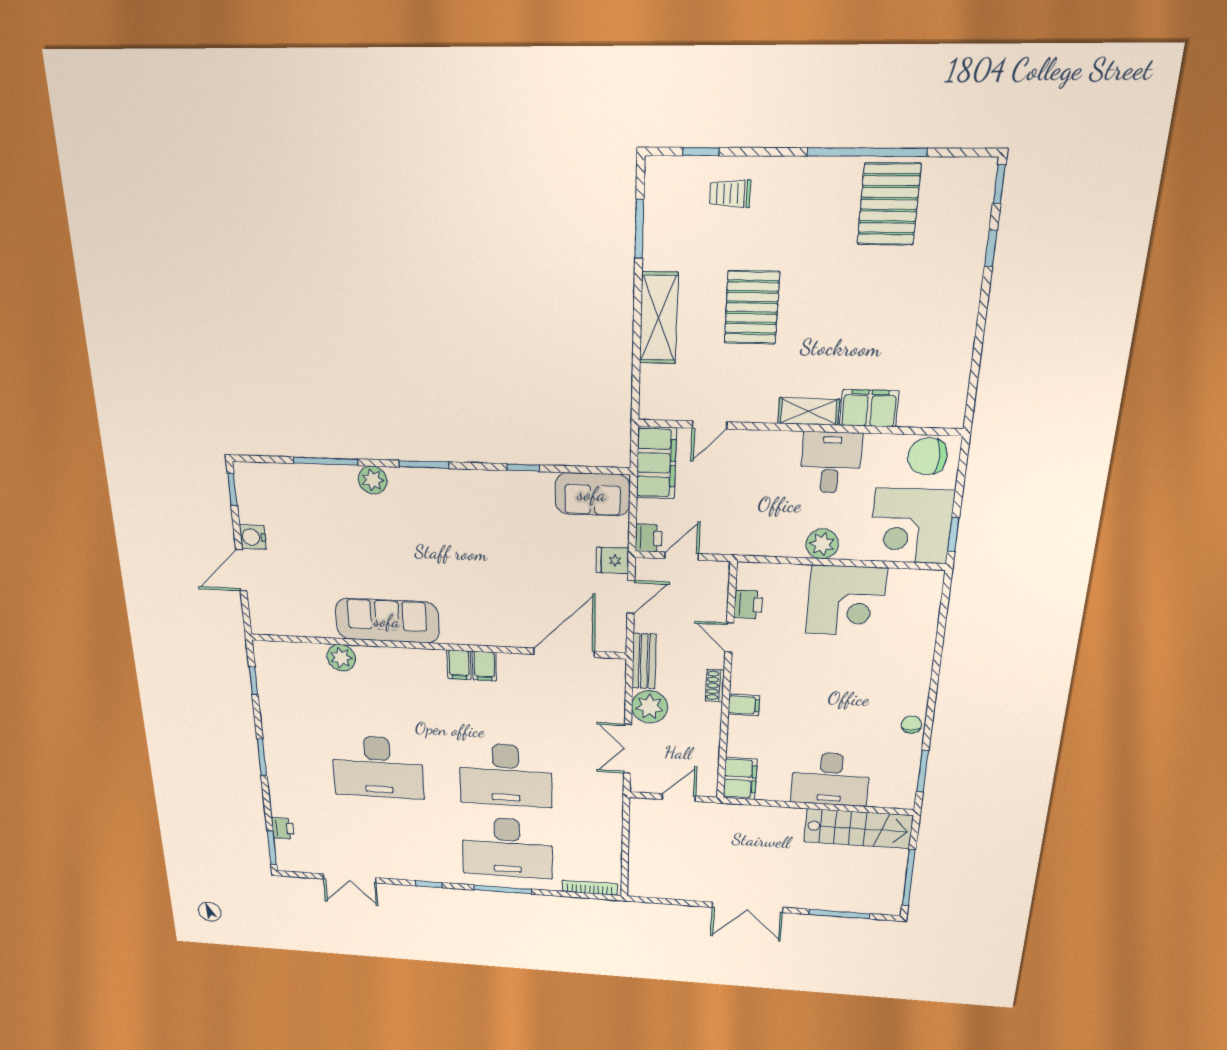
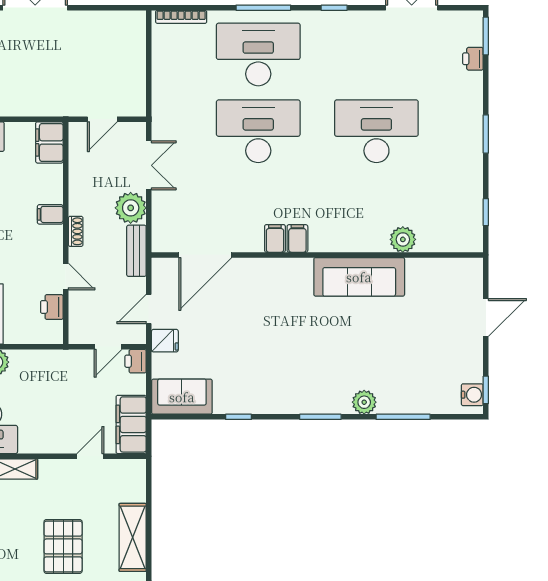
water cooler: (253, 537) -> (472, 395), moved

